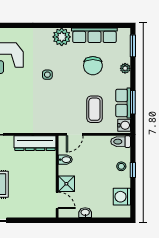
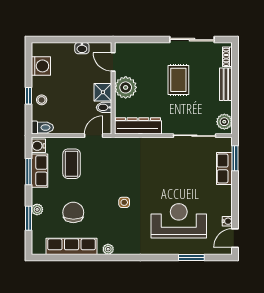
plant: (62, 37) -> (108, 249), width x0.53, depth x0.53
window: (133, 46) -> (29, 218), moved
plant: (46, 177) -> (126, 87), added
shower: (66, 184) -> (103, 92), moved

